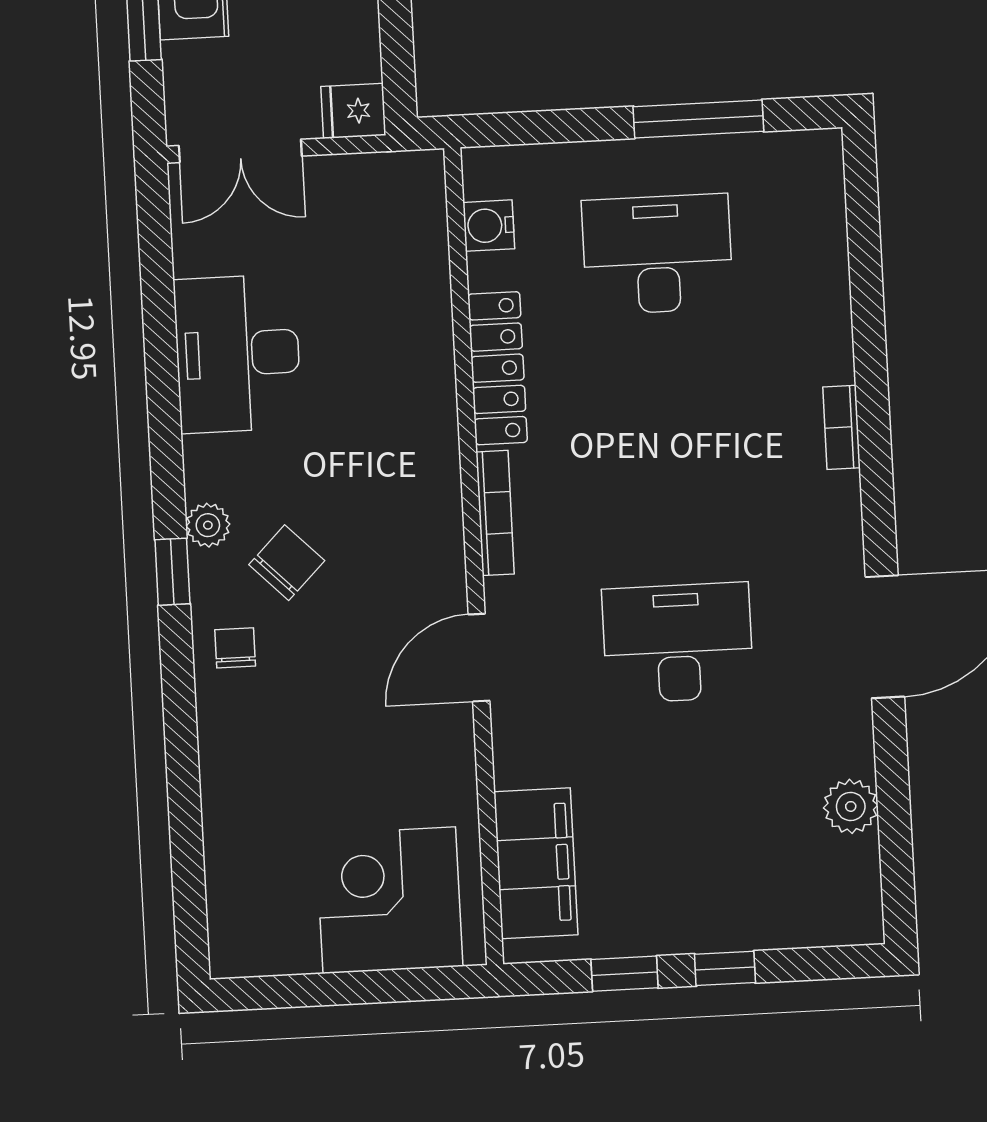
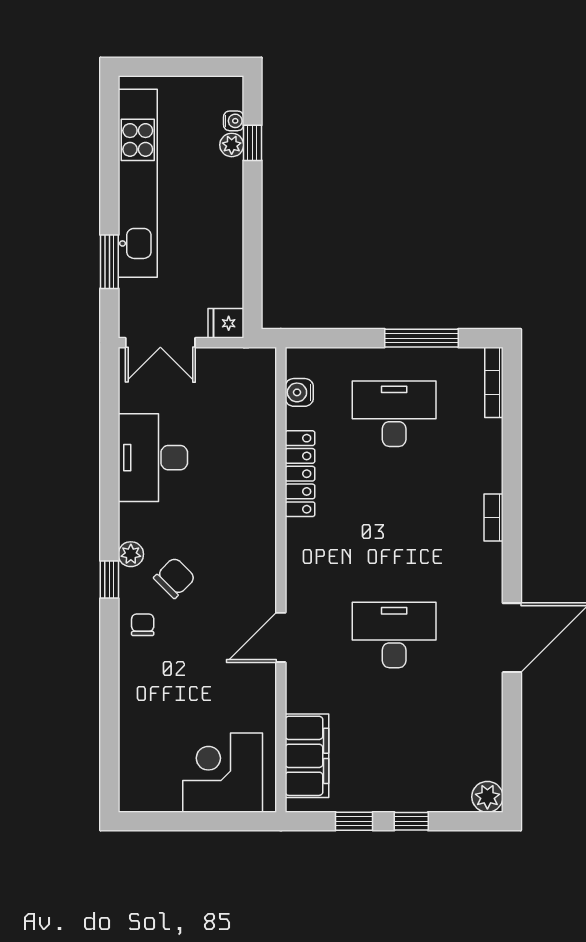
bookcase: (495, 513) -> (494, 382), moved, turned 180
plant: (851, 806) -> (487, 797), moved

